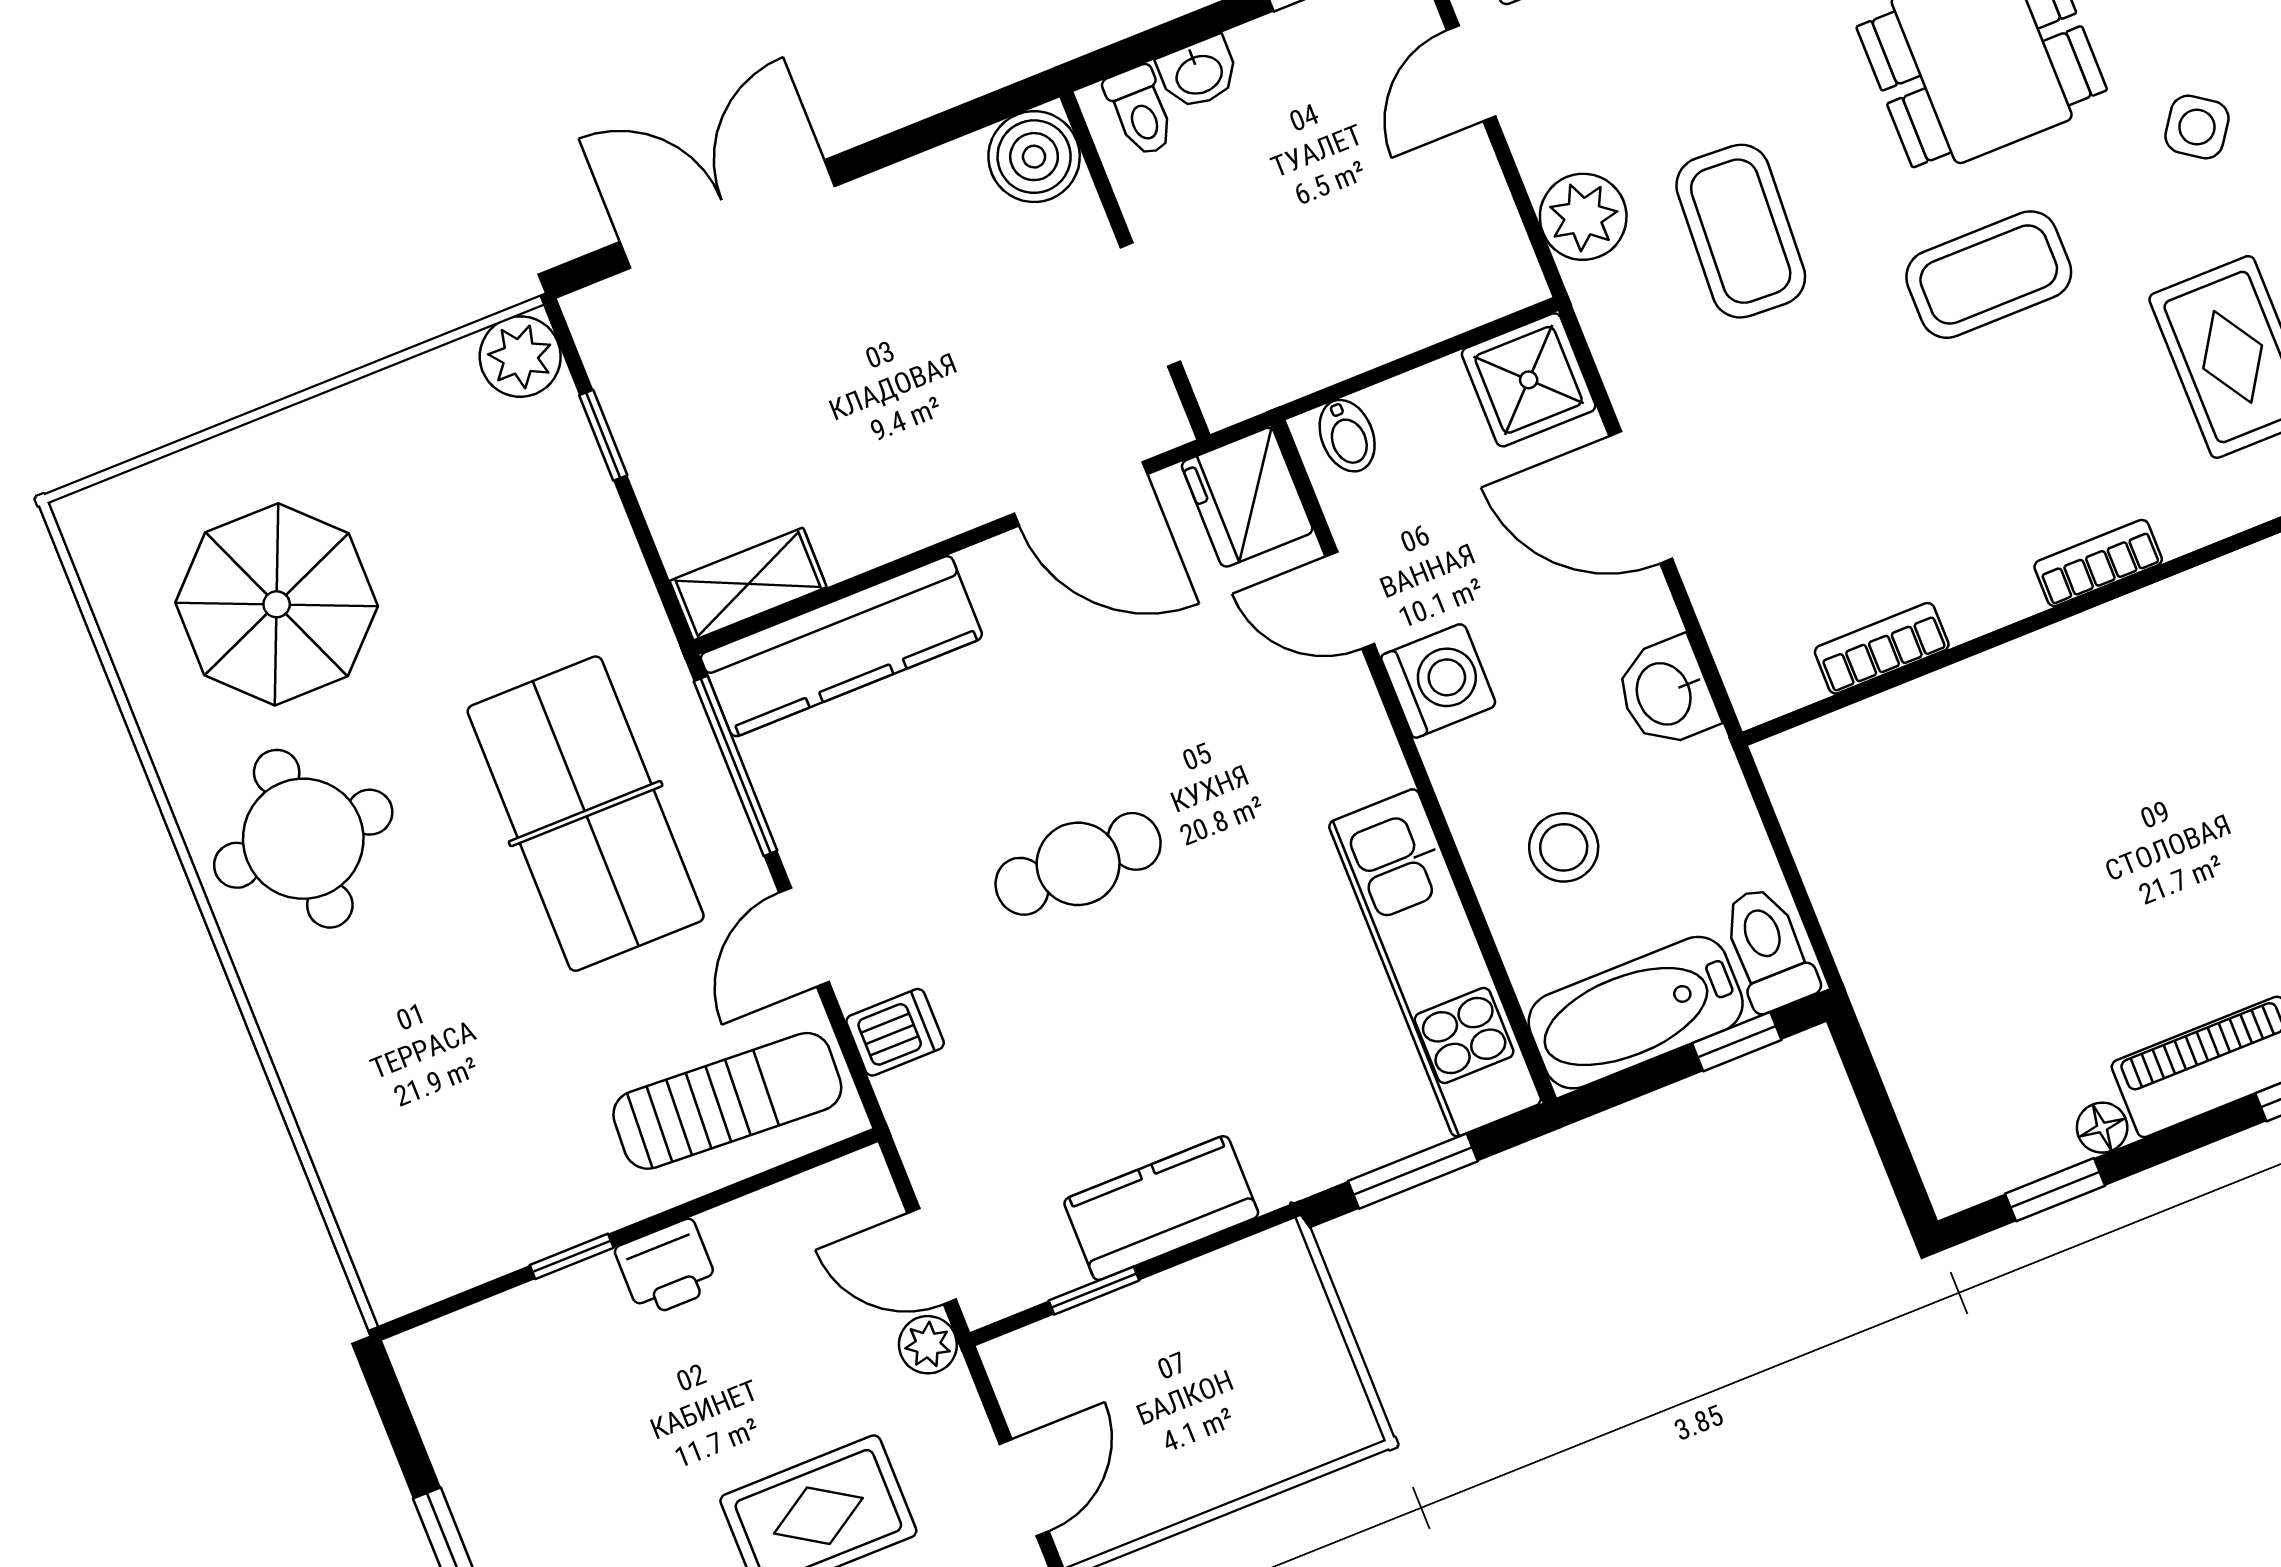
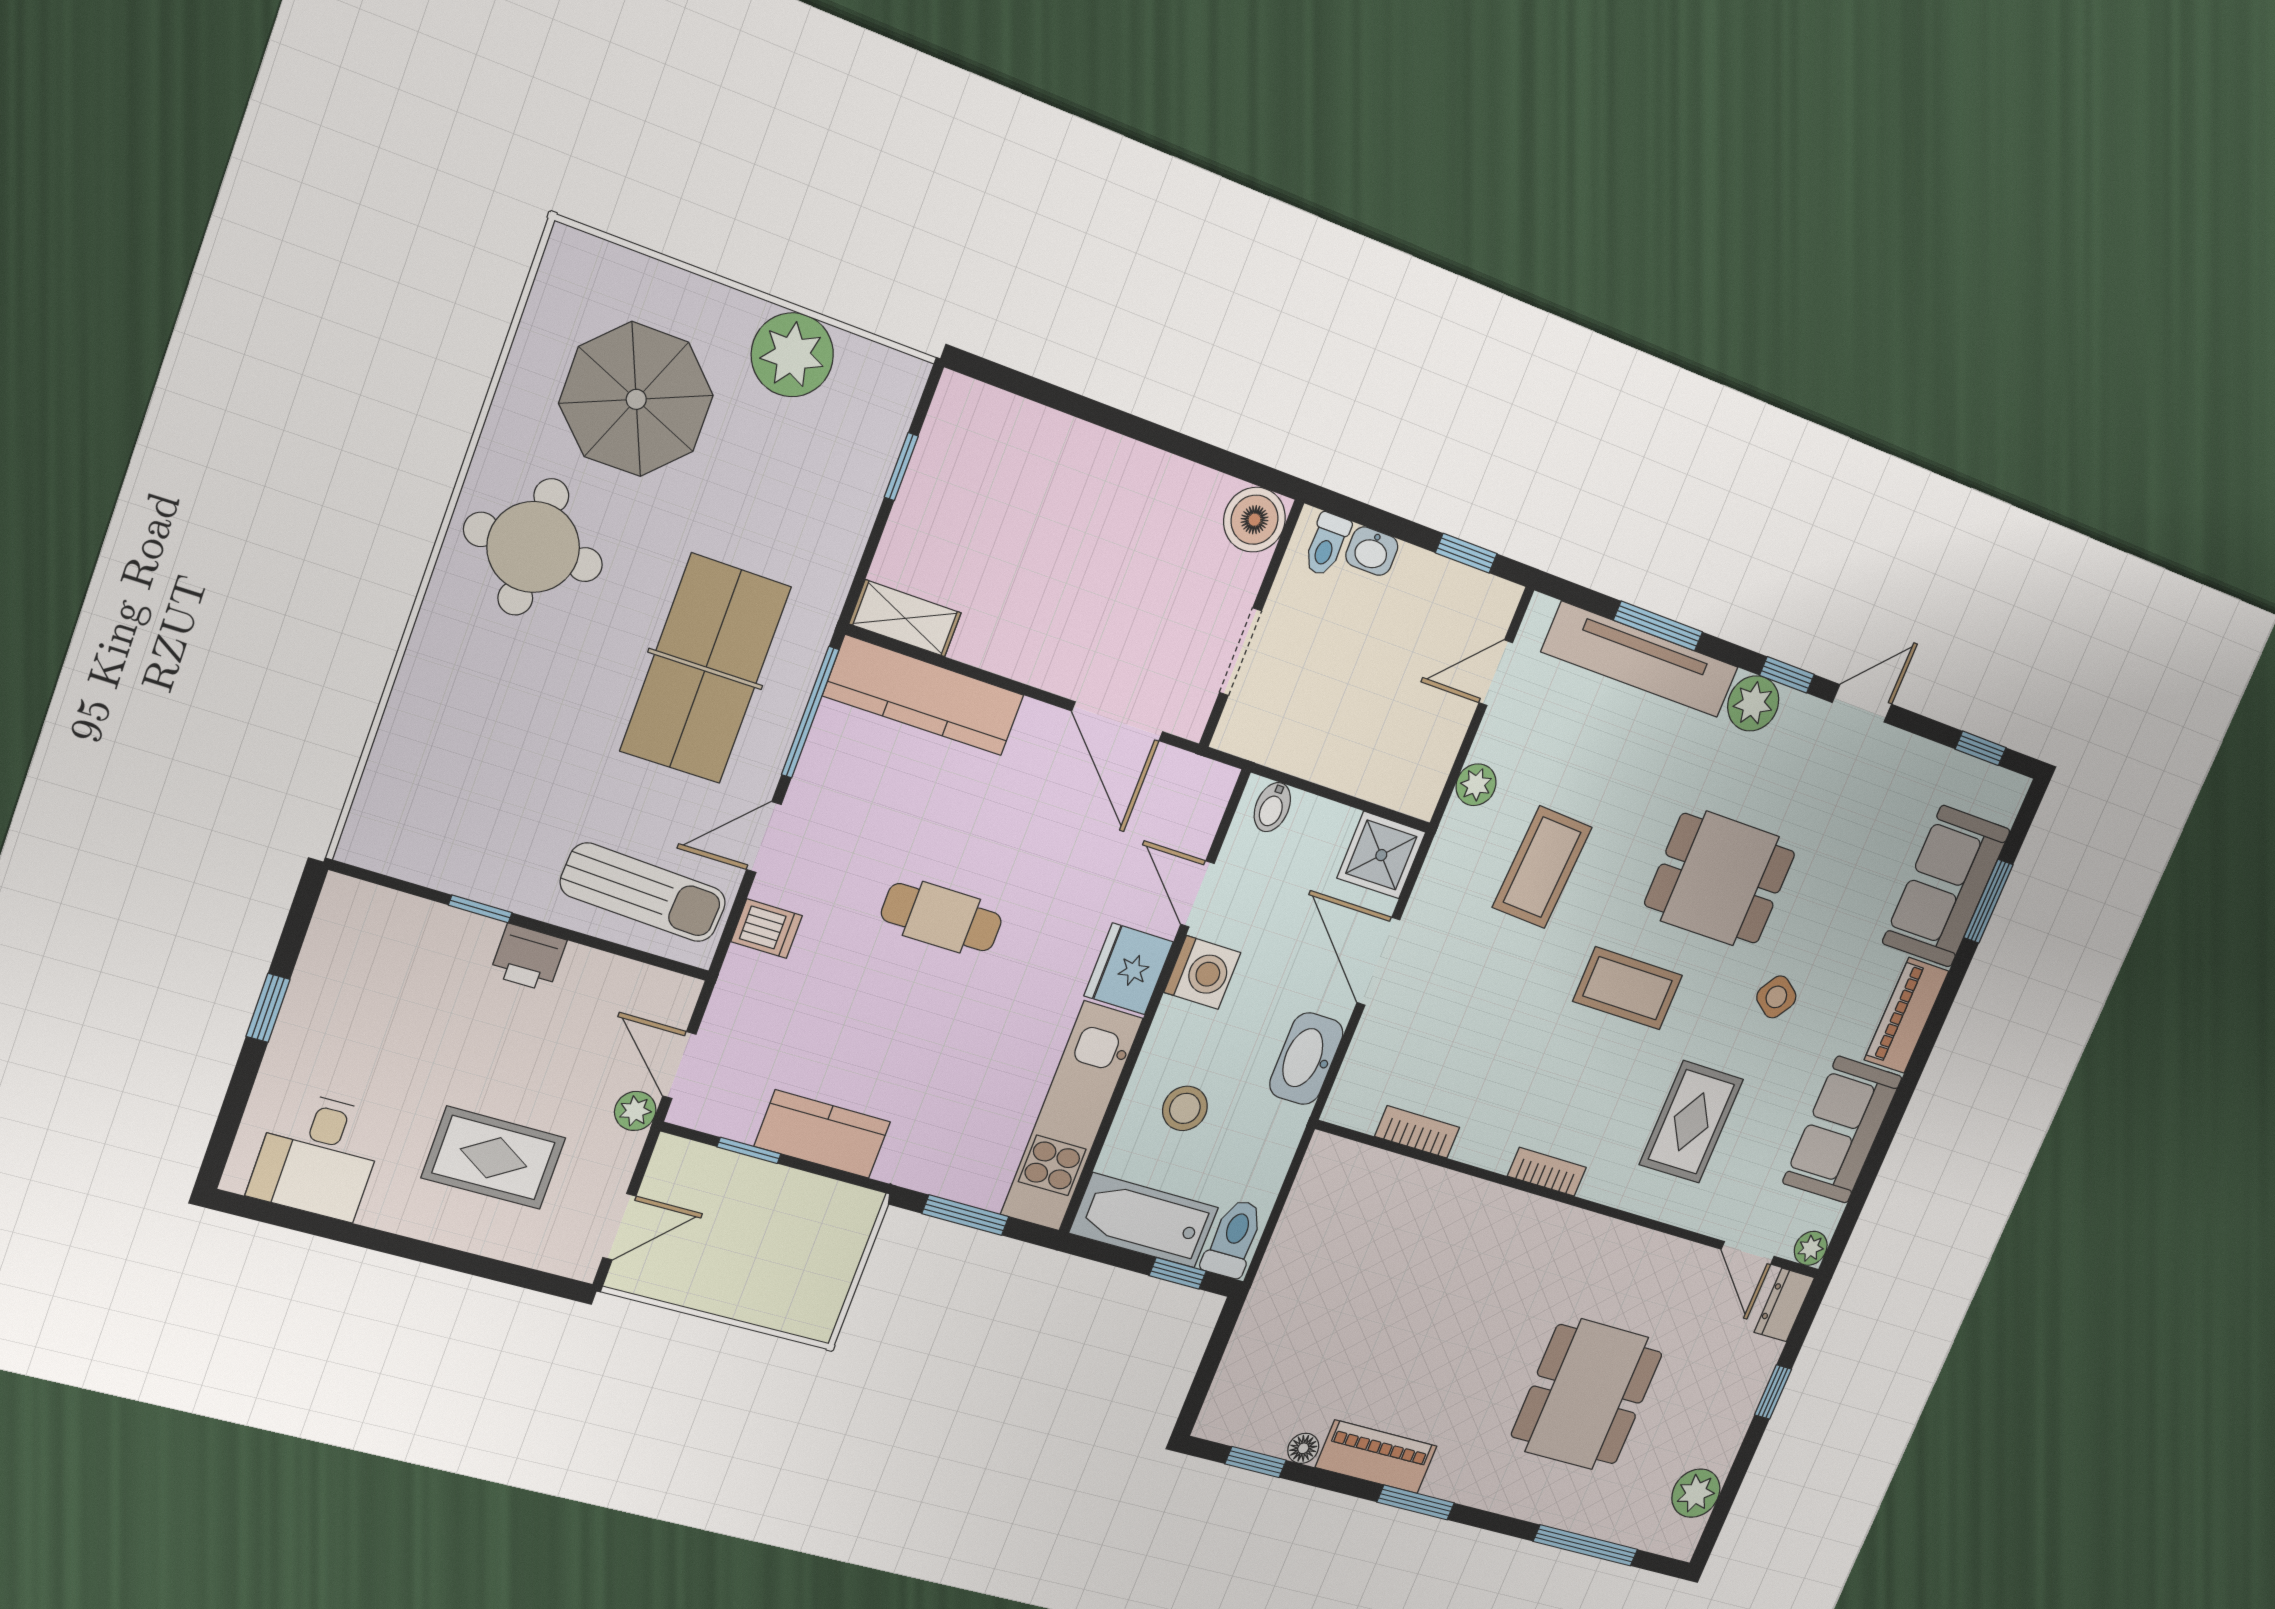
double door: (727, 214) -> (1074, 405), removed
plant: (1583, 217) -> (1476, 785), width x0.73, depth x0.73
plant: (520, 357) -> (792, 355), moved, width x1.36, depth x1.36
fridge: (1247, 497) -> (1129, 969), moved
washbasin: (1666, 693) -> (1306, 1059), width x1.38

